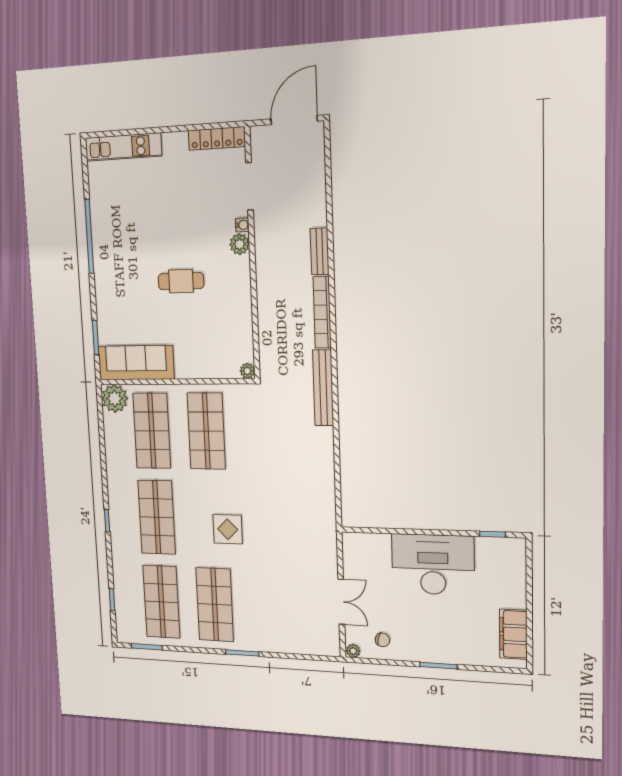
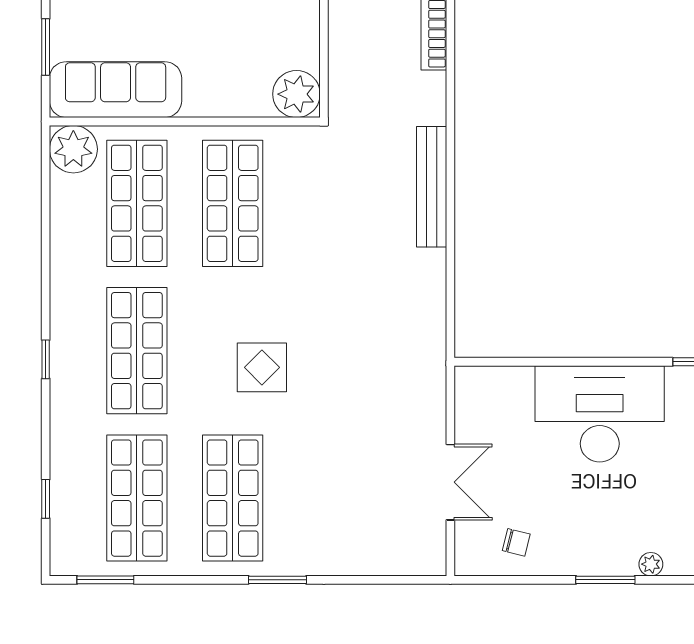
plant: (247, 371) -> (296, 94), width x1.87, depth x1.87
bench: (323, 388) -> (432, 187), moved
plant: (353, 651) -> (651, 564), moved

